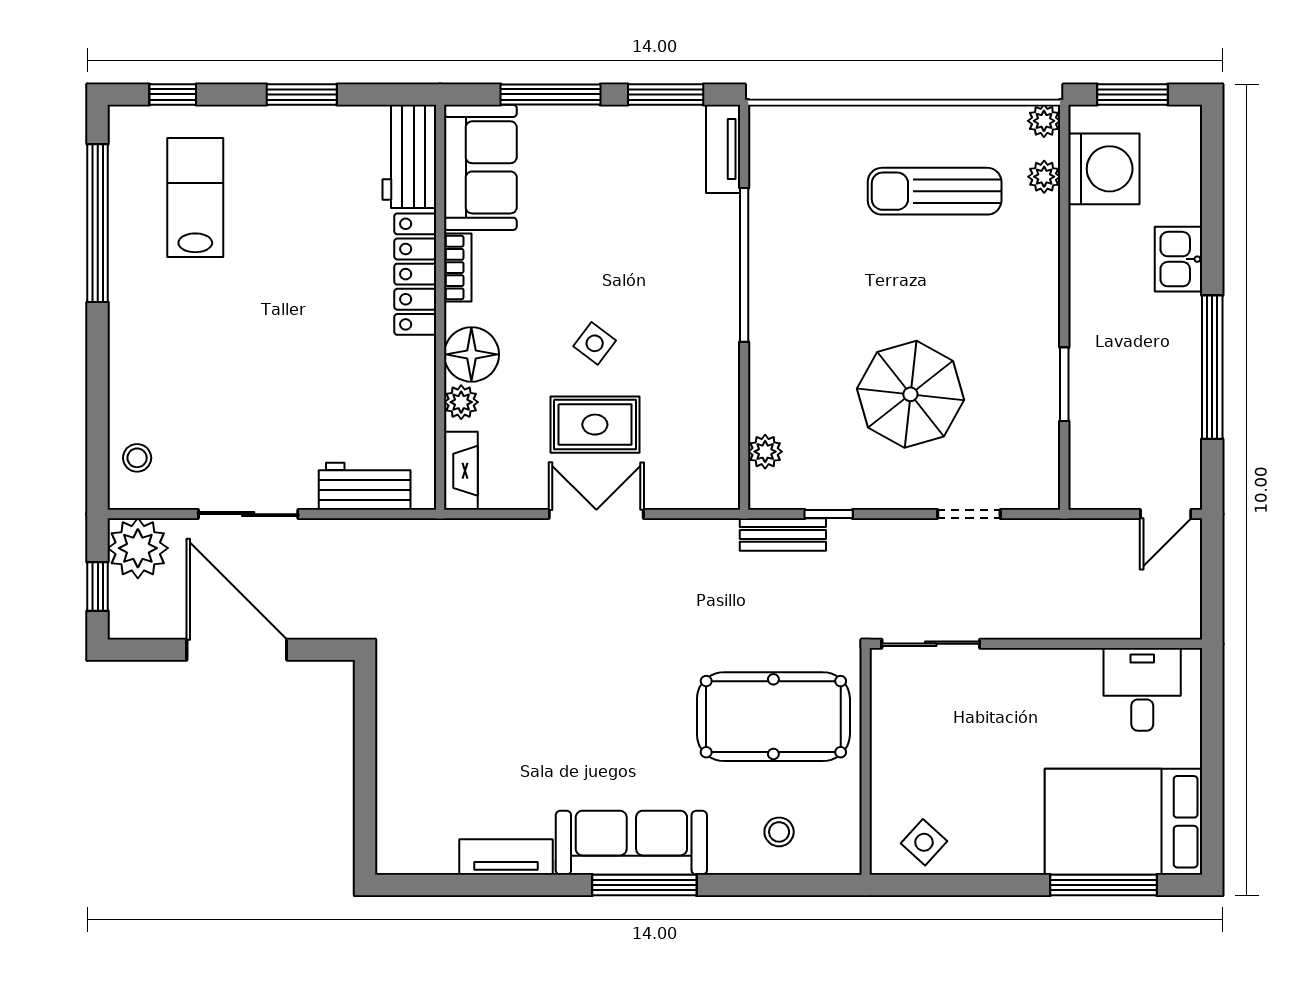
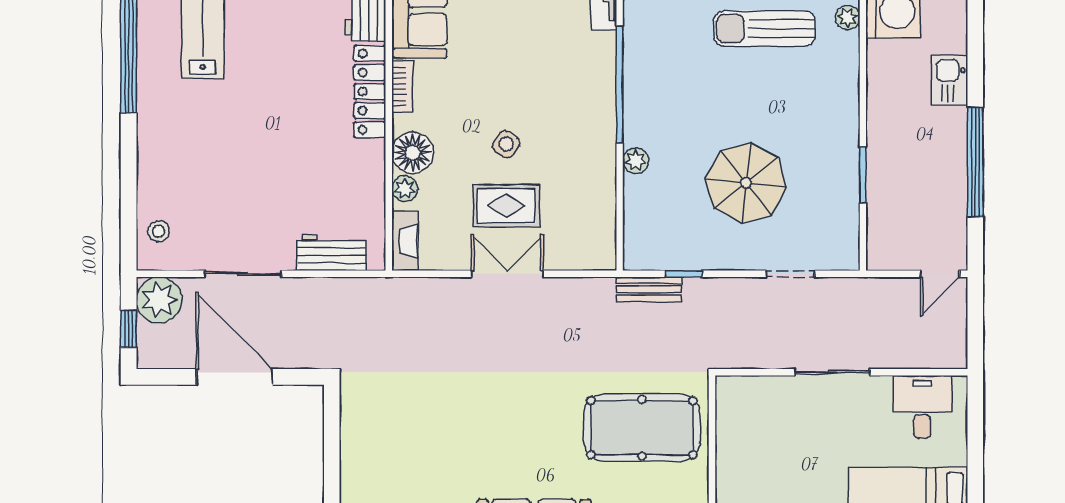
plant: (765, 452) -> (636, 161), moved
sliding door: (931, 644) -> (832, 372), moved

